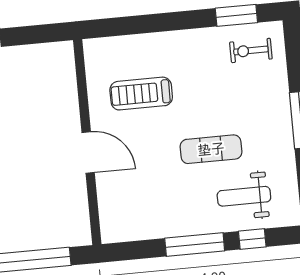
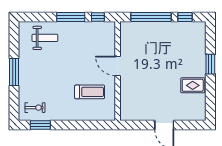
exercise mat: (211, 149) -> (59, 62), removed
window: (252, 239) -> (98, 17), moved

